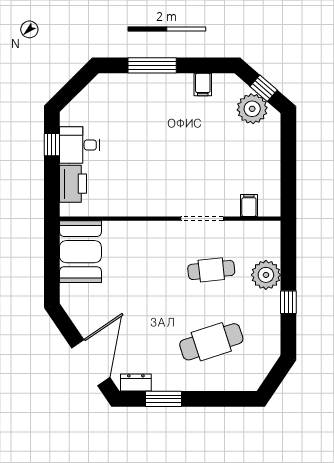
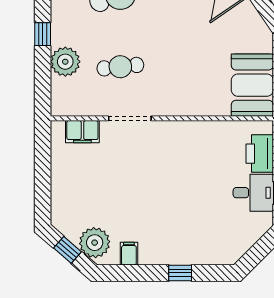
window: (152, 65) -> (180, 273), width x0.46
plant: (252, 109) -> (95, 243), moved
filing cabinet: (249, 206) -> (82, 132), width x2.00

